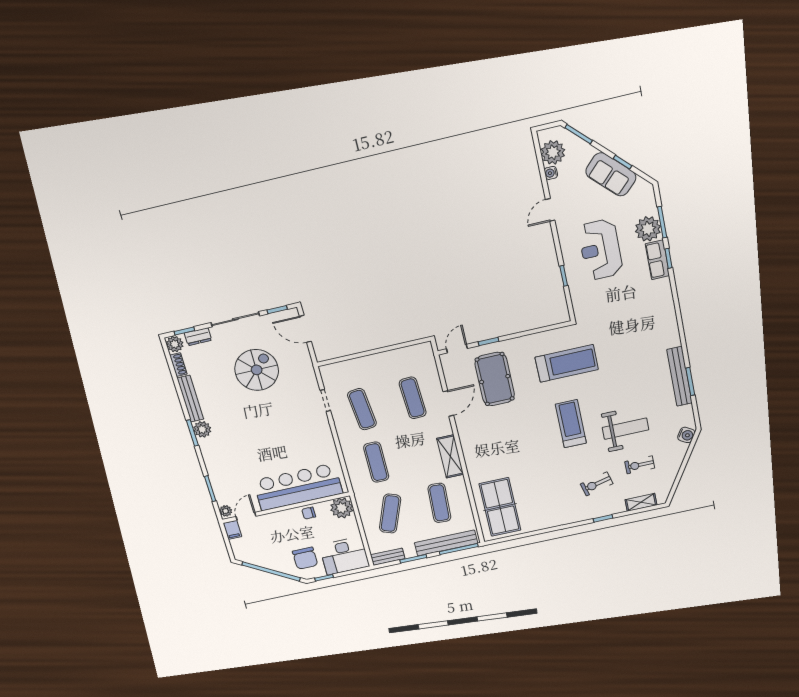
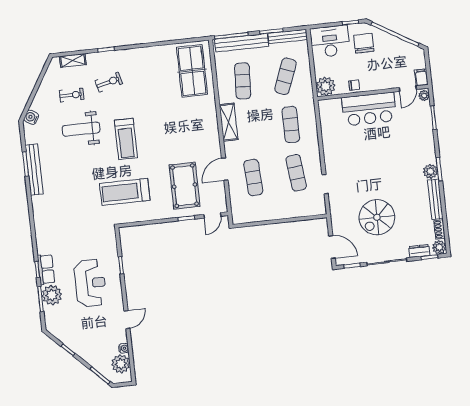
sofa: (611, 174) -> (78, 342), removed
bar counter: (298, 487) -> (369, 109), width x0.73
bench: (388, 557) -> (288, 36), width x1.36

